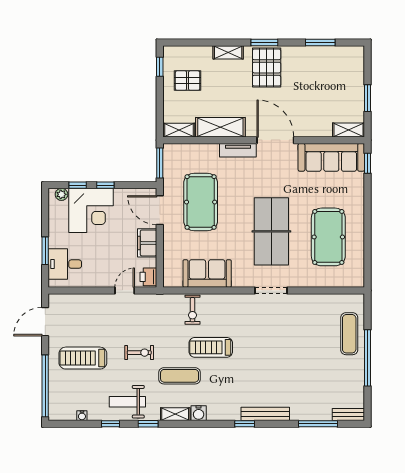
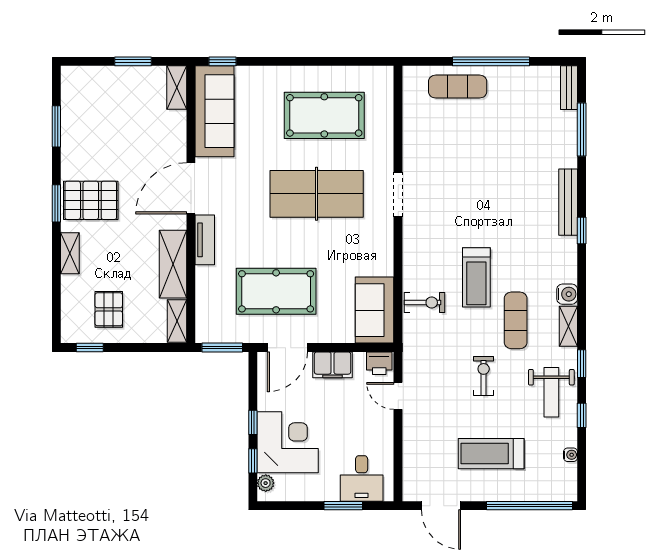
sofa: (207, 273) -> (375, 310), moved
treadmill: (83, 358) -> (491, 454), turned 90

